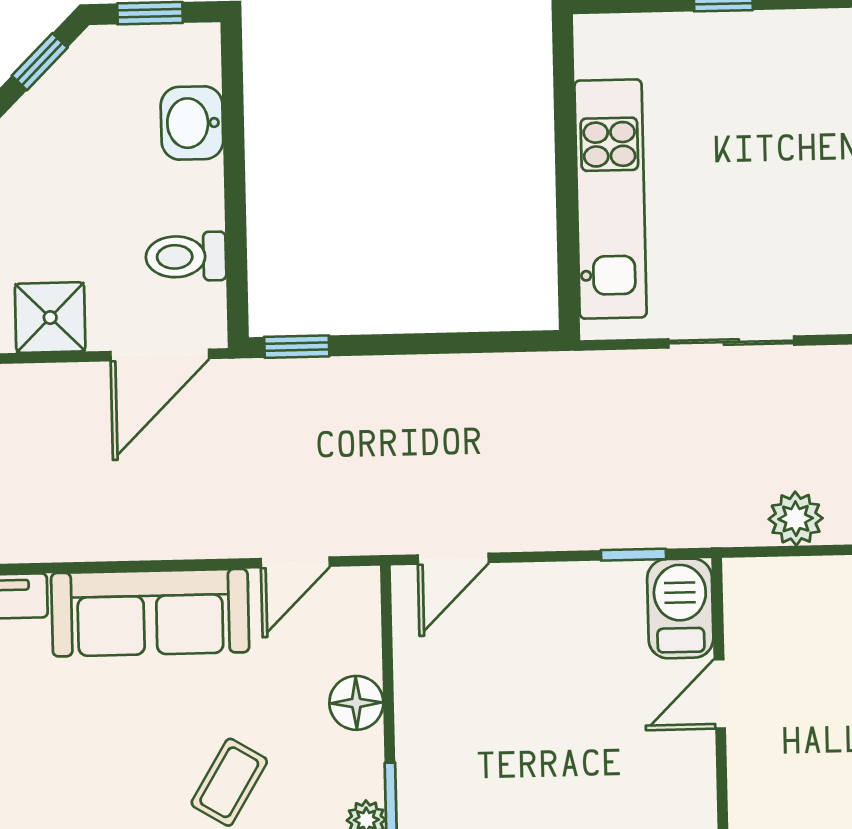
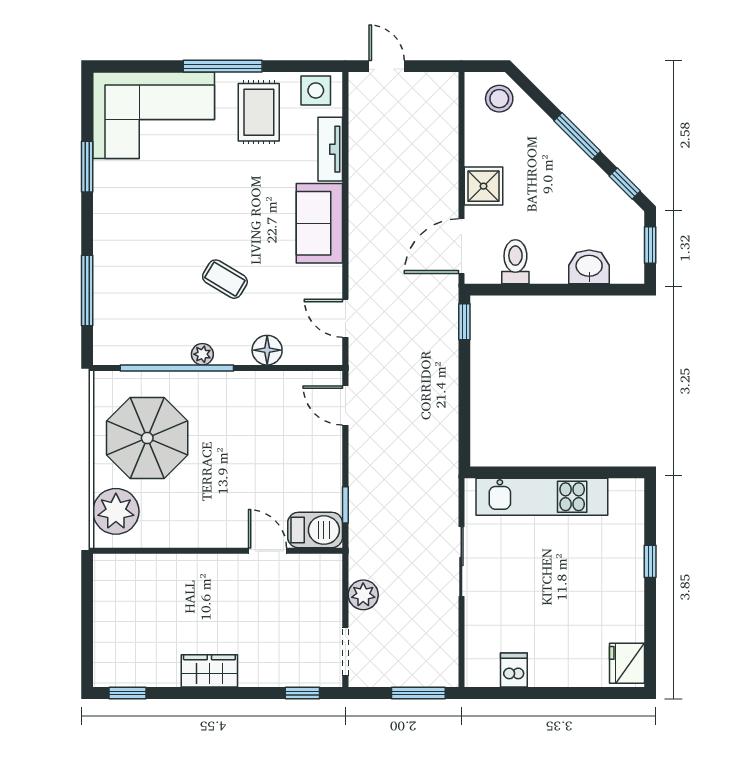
door: (160, 355) -> (461, 246), hinge flipped
sofa: (150, 613) -> (319, 223), width x0.73

